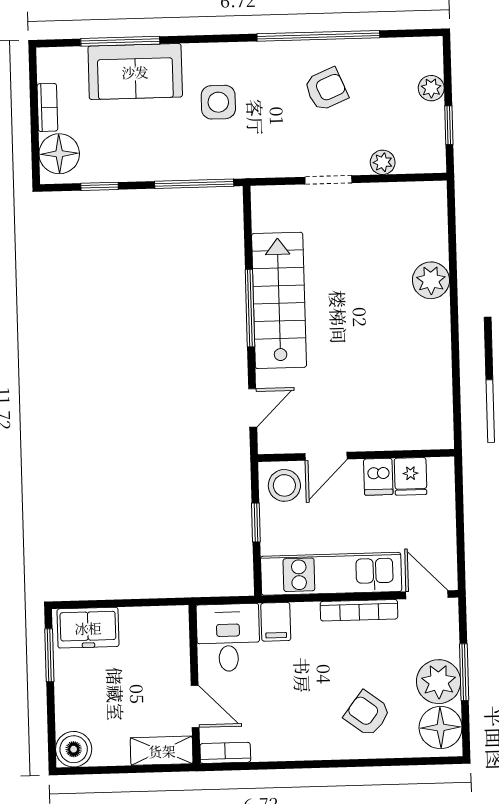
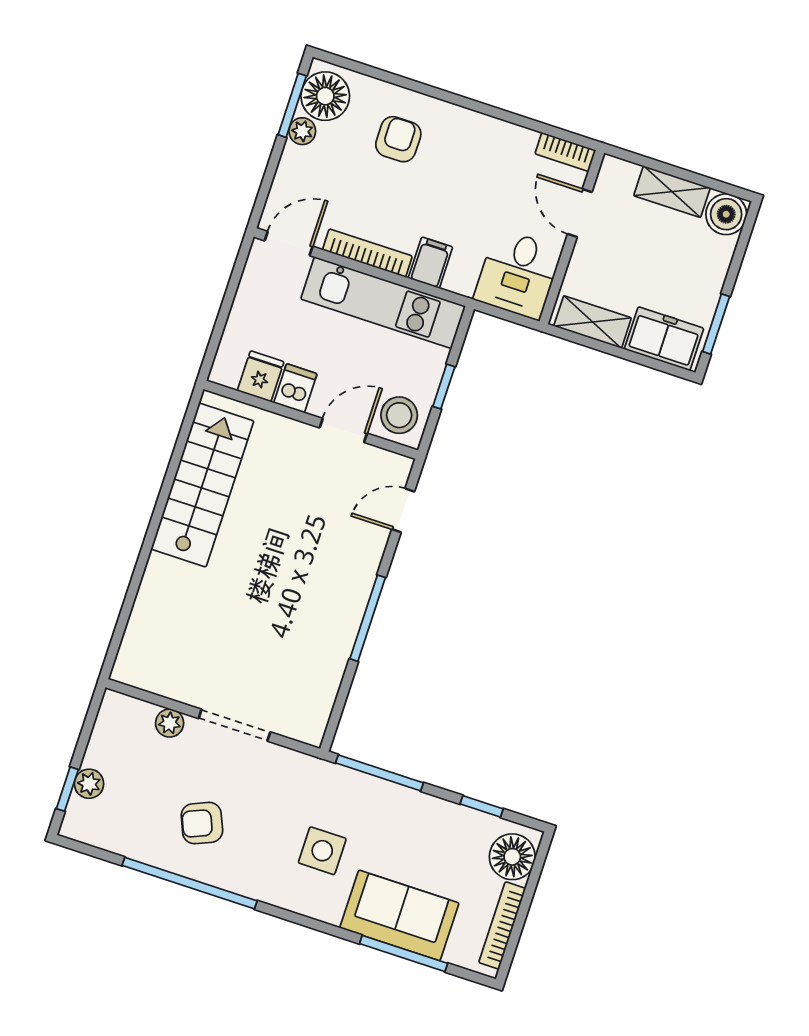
bookcase: (47, 107) -> (502, 925), width x1.56
window: (449, 125) -> (67, 789), moved
doorway: (328, 180) -> (234, 725), width x1.38
plant: (431, 280) -> (163, 578), removed
stairs: (279, 300) -> (202, 485), moved, turned 180
door: (427, 595) -> (289, 243), swing flipped
shelving: (152, 620) -> (593, 322), added
filing cabinet: (276, 622) -> (430, 263), moved
window: (464, 672) -> (292, 105), moved
plant: (439, 682) -> (302, 131), width x0.53, depth x0.53
armchair: (367, 714) -> (398, 139), turned -127
shelving: (162, 751) -> (672, 192), moved

